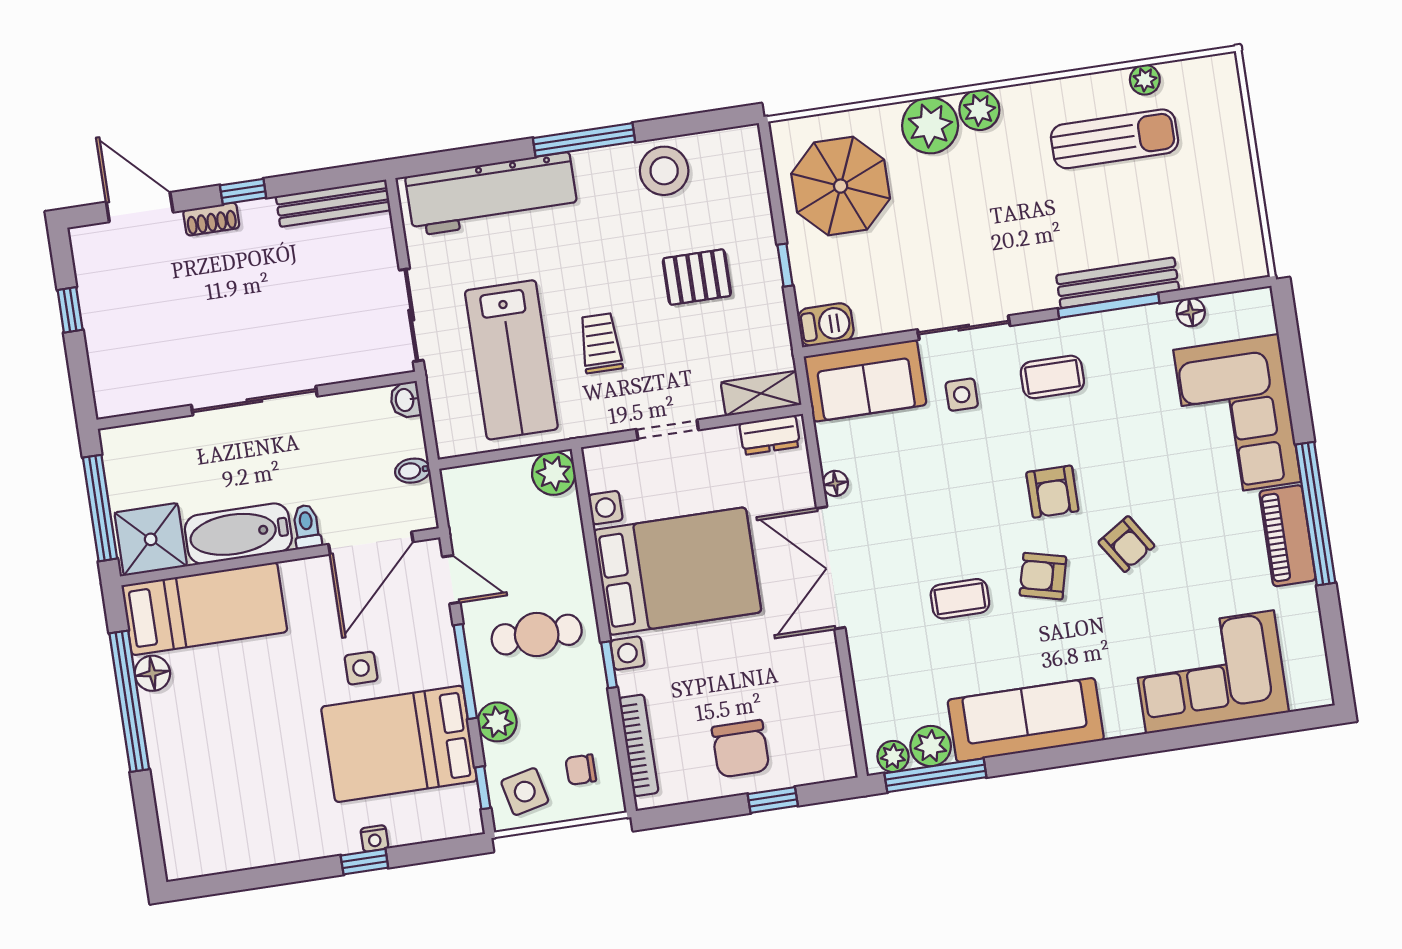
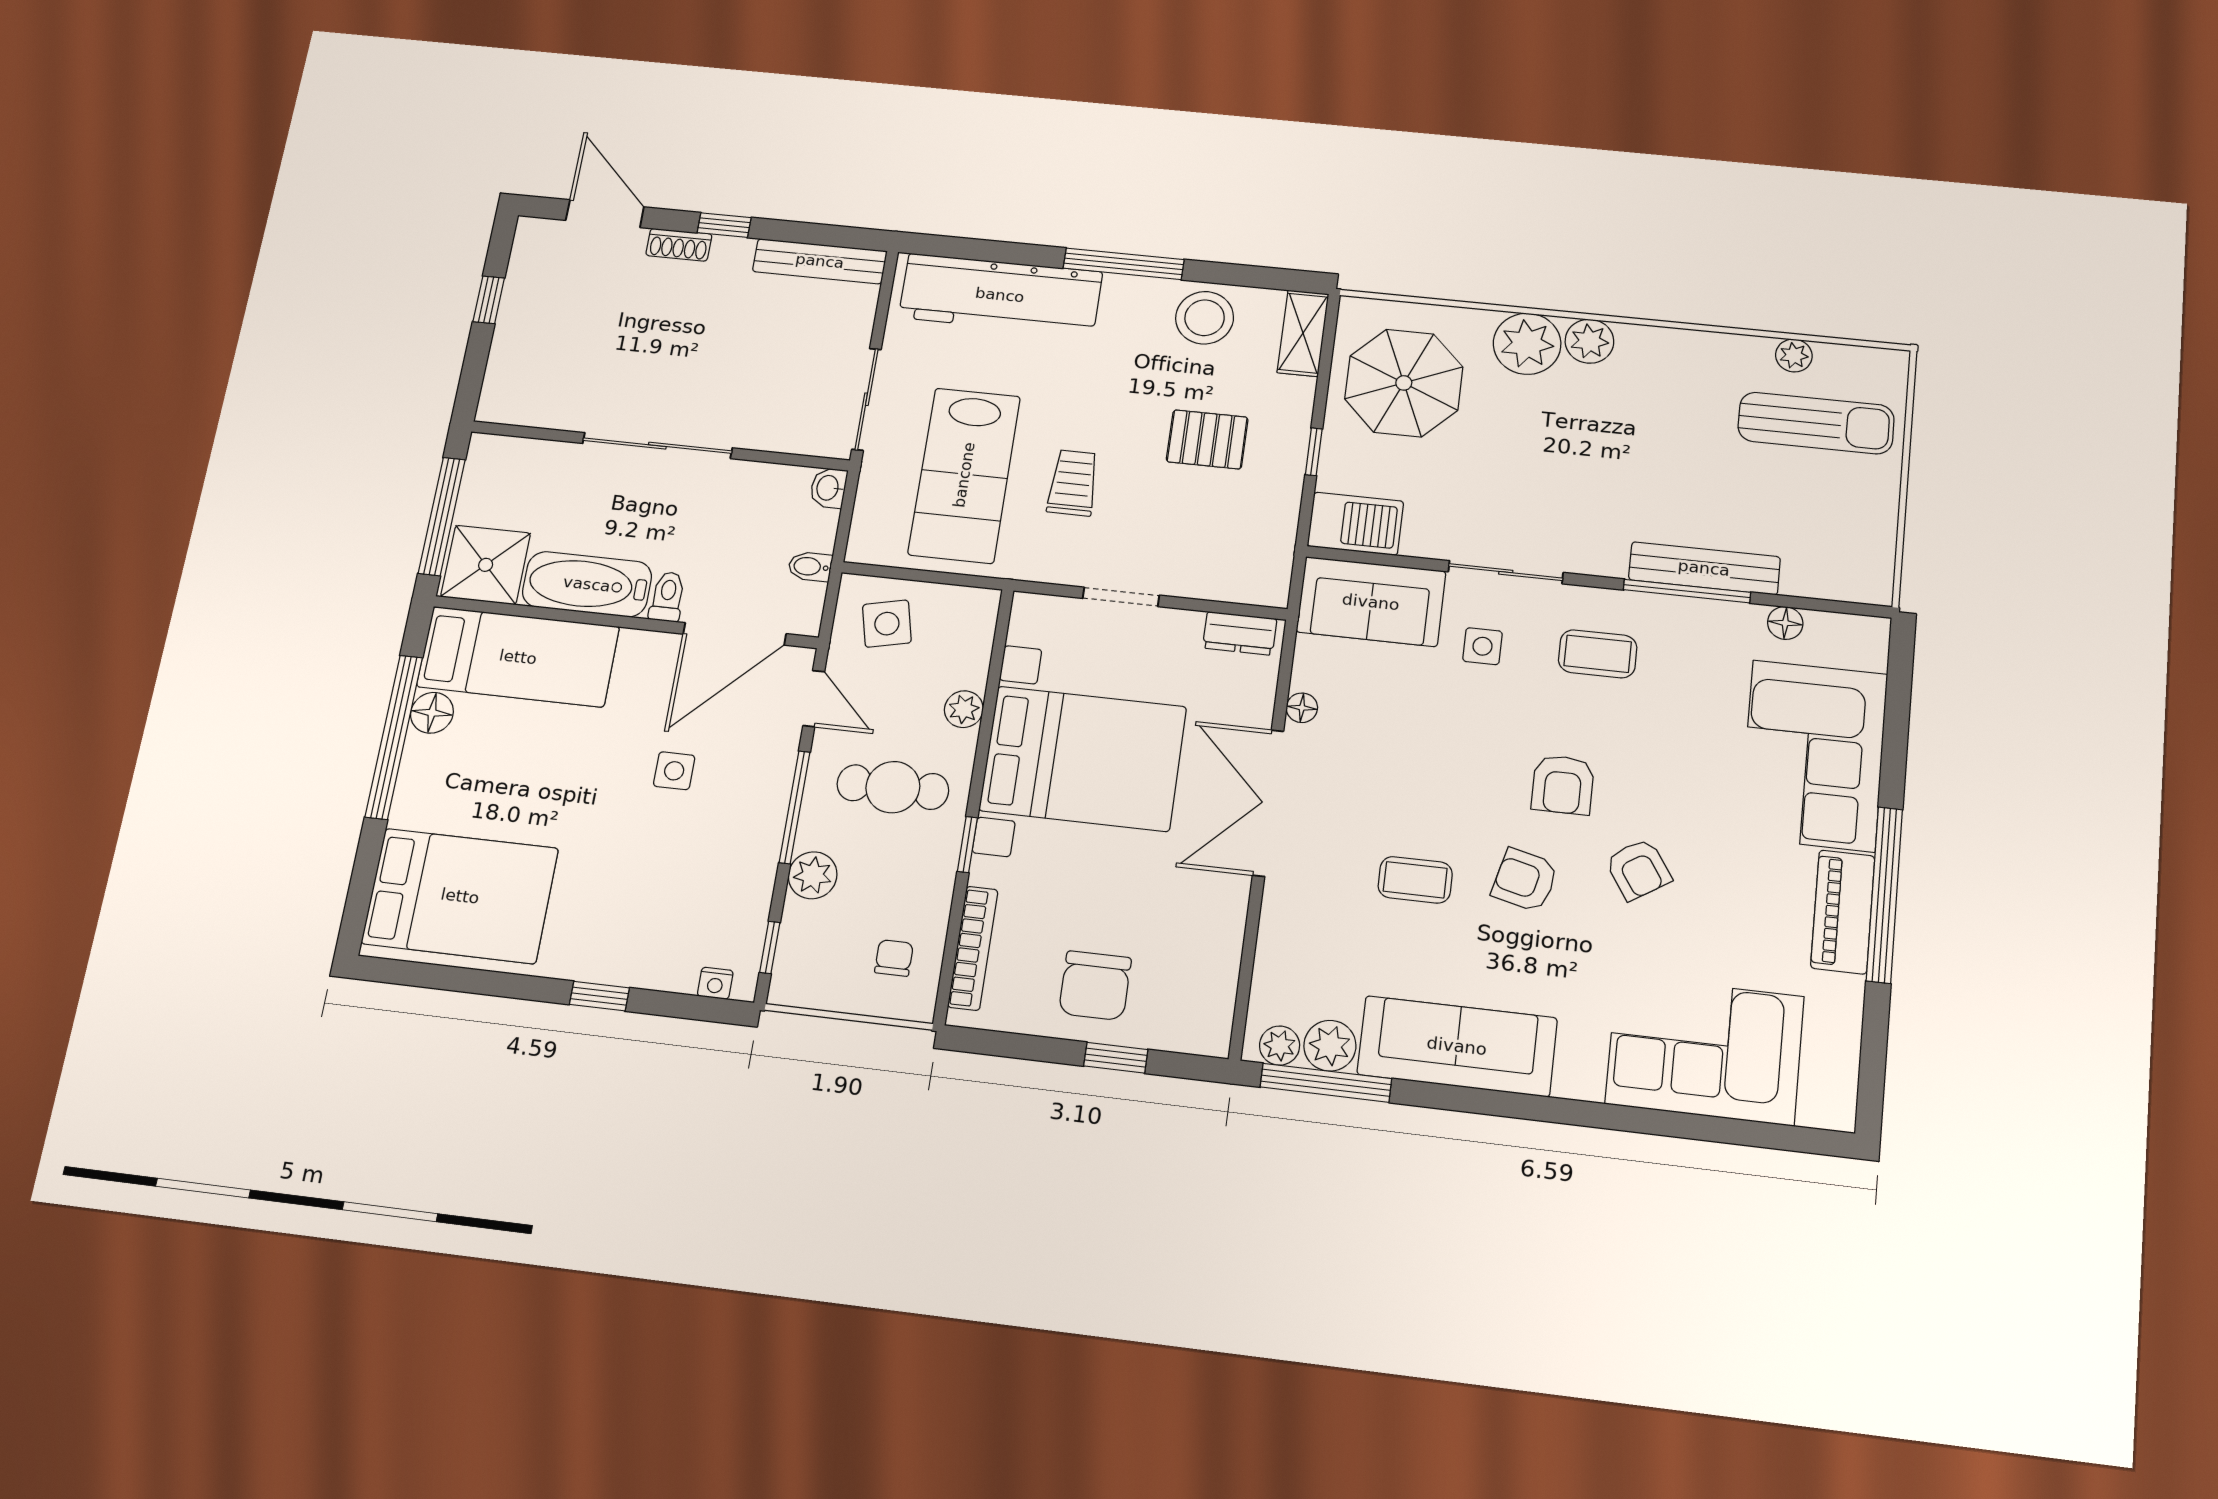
sun lounger: (1115, 139) -> (1816, 423), moved
barbecue: (826, 325) -> (1356, 524), width x1.38, depth x1.27
shelving: (761, 393) -> (1303, 333), moved, turned 90
plant: (554, 473) -> (964, 709), moved, width x0.73, depth x0.73
bed: (399, 744) -> (460, 896), moved, turned 180
chair: (581, 770) -> (894, 958), turned 90
side table: (525, 792) -> (887, 624), moved
nightstand: (374, 838) -> (715, 983), moved

